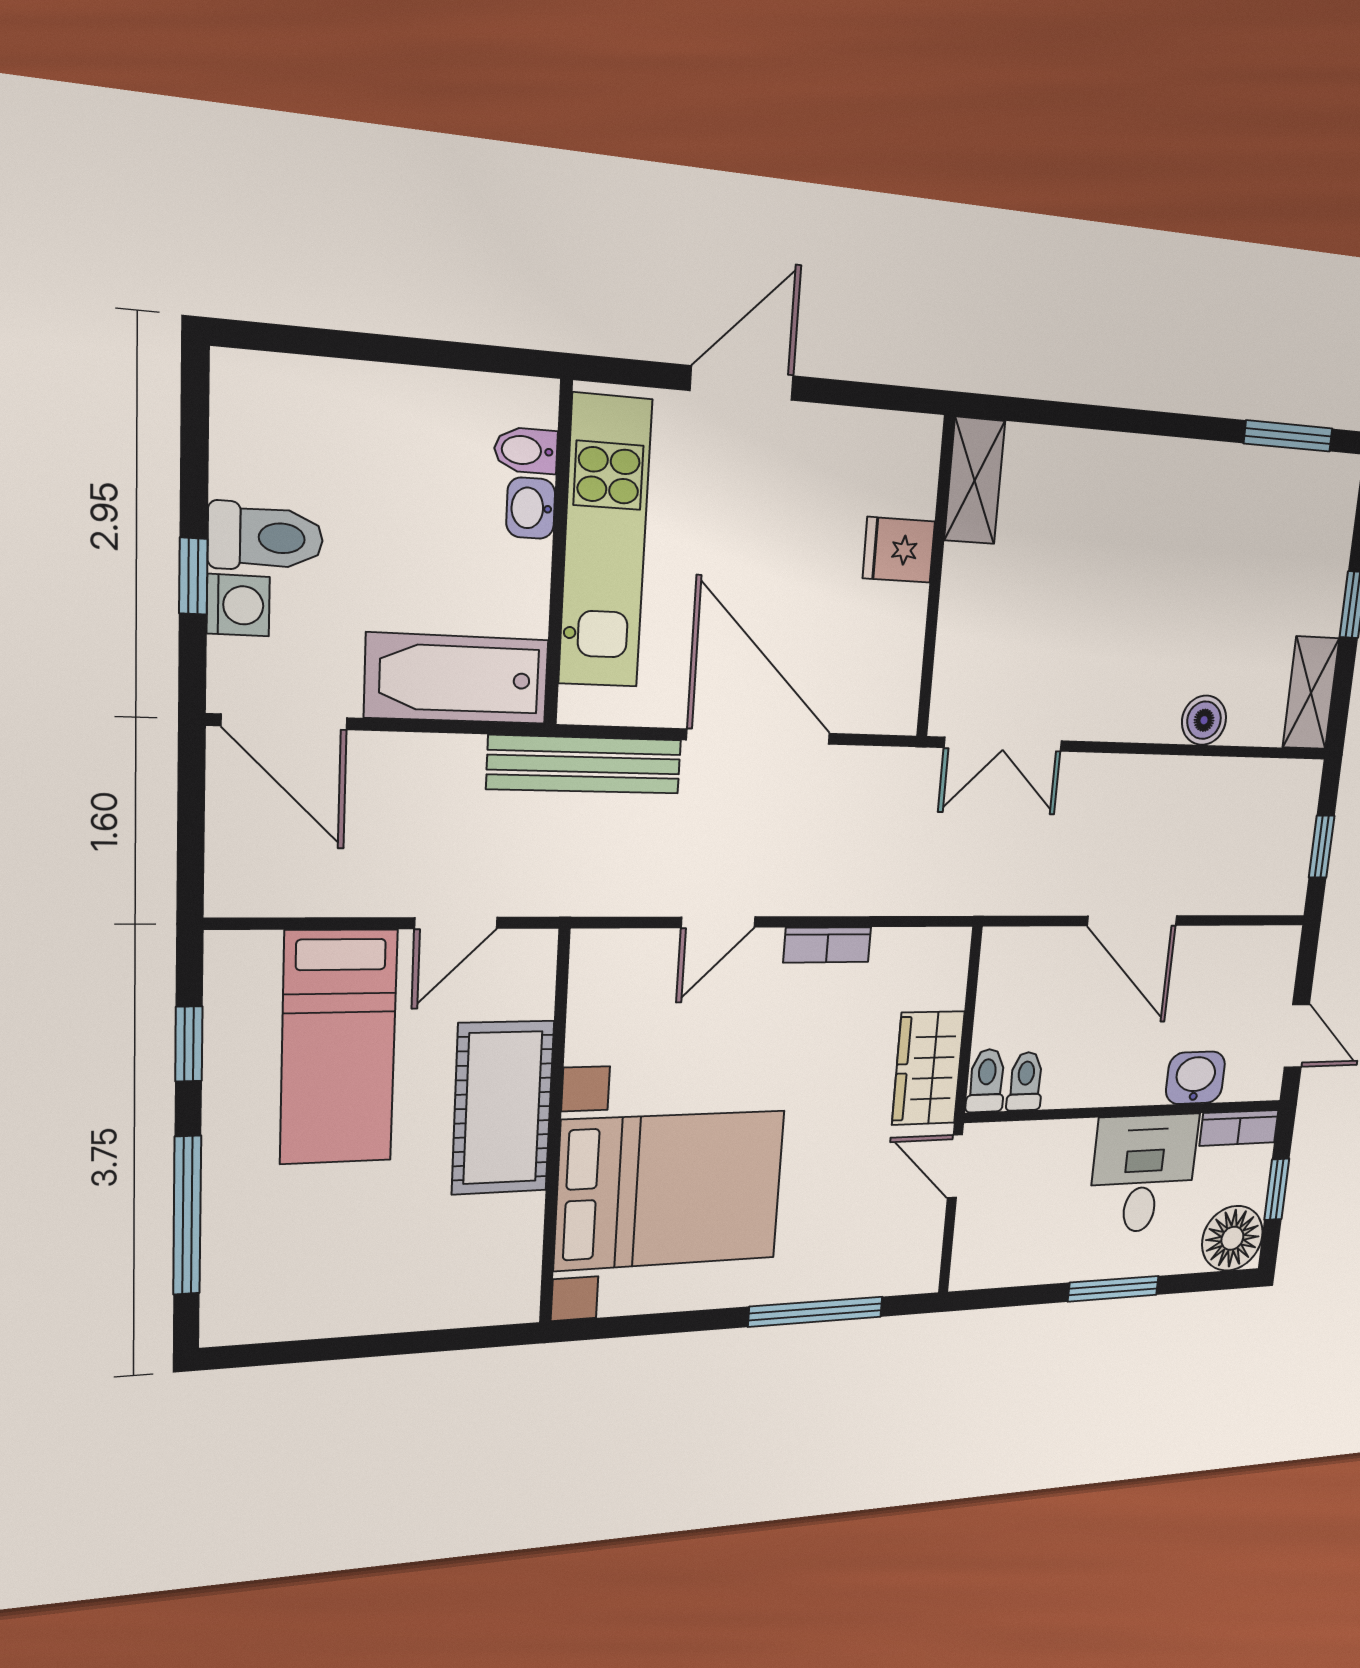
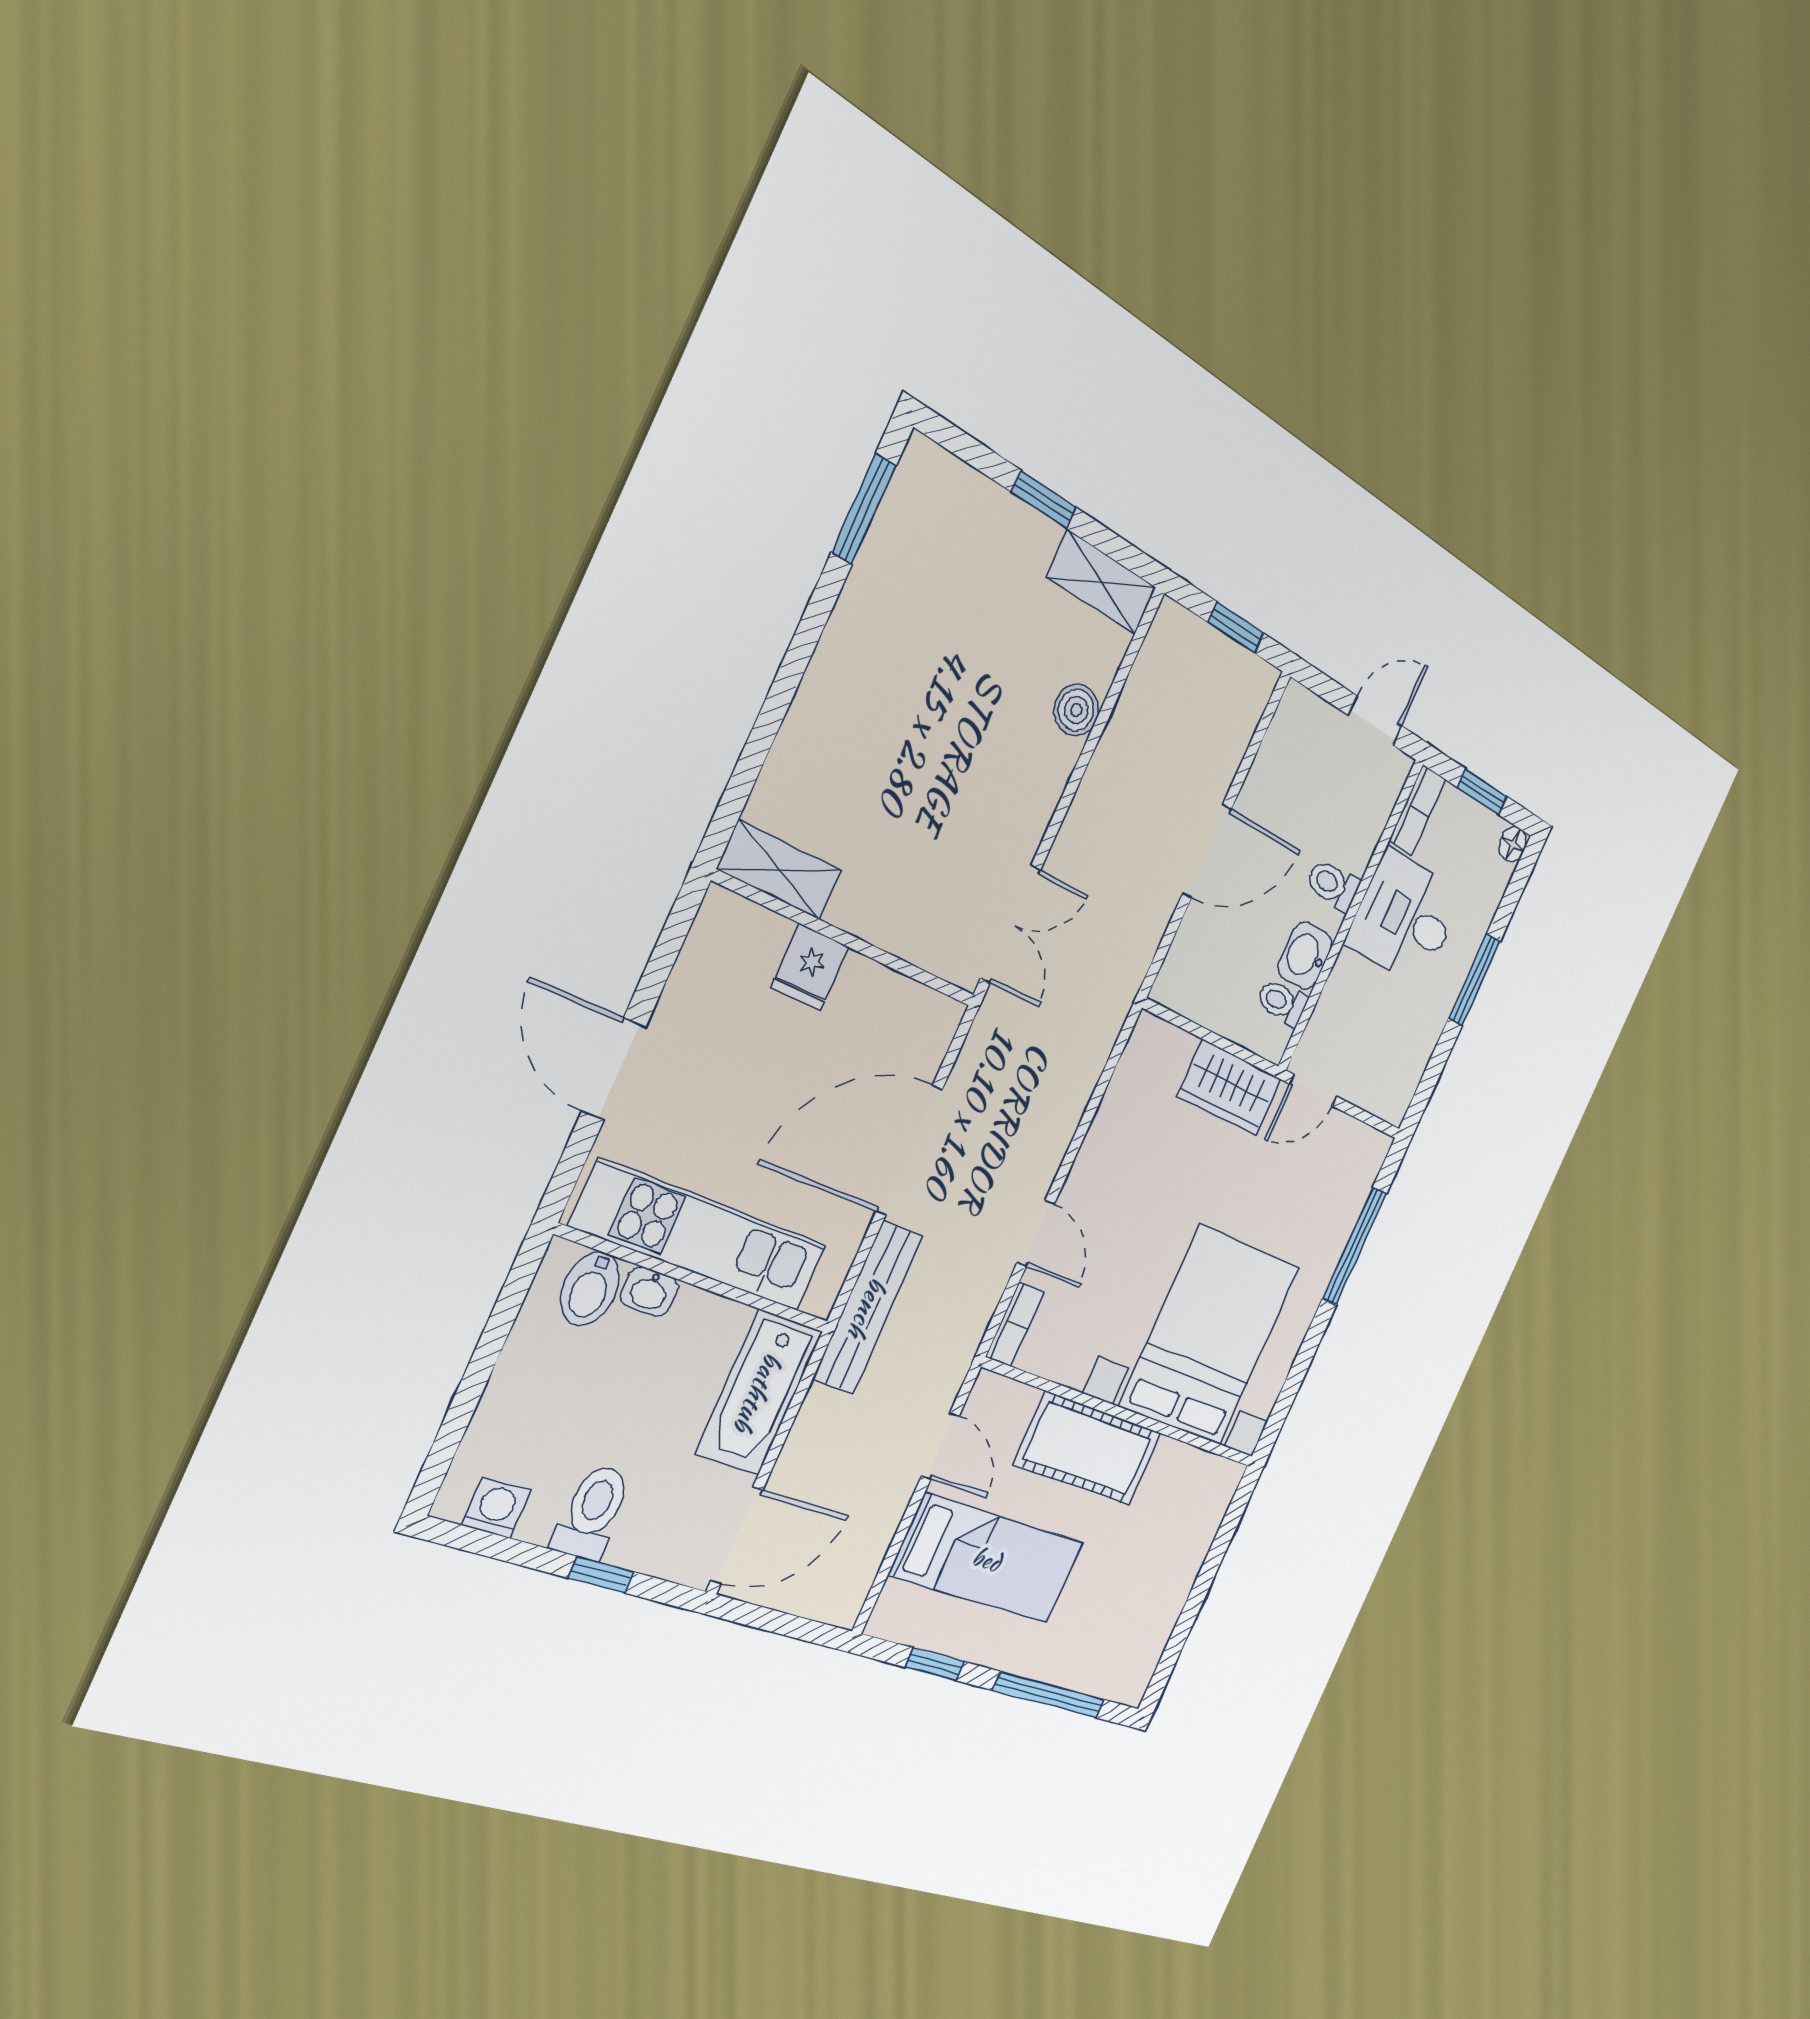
bidet: (526, 450) -> (590, 1289), width x1.38, depth x1.36
washing machine: (238, 605) -> (496, 1508), moved
bookcase: (827, 945) -> (1015, 1324), moved
washbasin: (1195, 1078) -> (1305, 956), moved
toilet: (986, 1081) -> (1333, 885), moved
floor lamp: (1232, 1238) -> (1513, 844), width x0.53, depth x0.53

